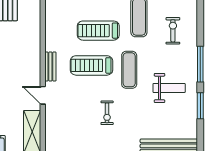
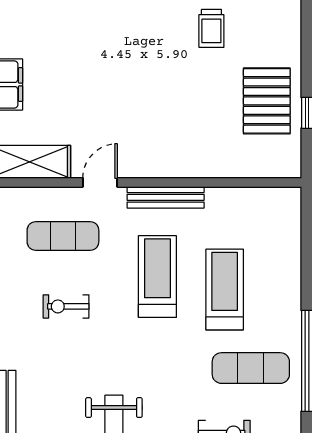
bench: (50, 67) -> (166, 197), width x1.36
exercise mat: (129, 70) -> (63, 236), moved

